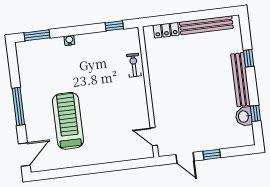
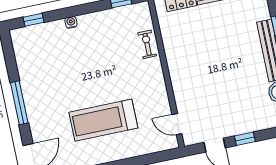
window: (37, 35) -> (33, 20), width x0.67
treadmill: (68, 121) -> (103, 120), moved, turned -90

